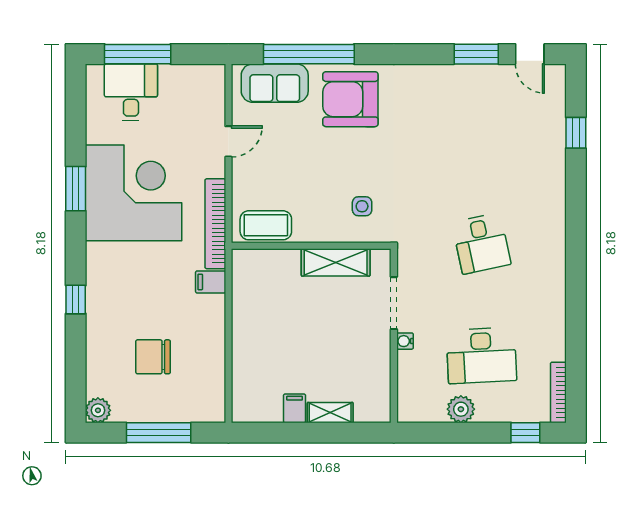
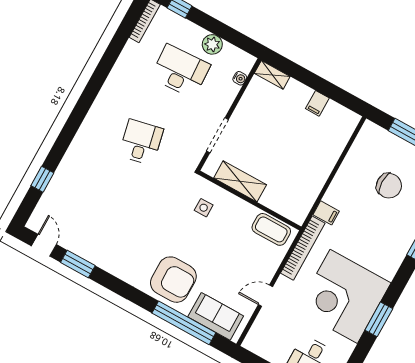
water cooler: (405, 341) -> (240, 78), moved
shelving: (330, 413) -> (272, 75), moved

